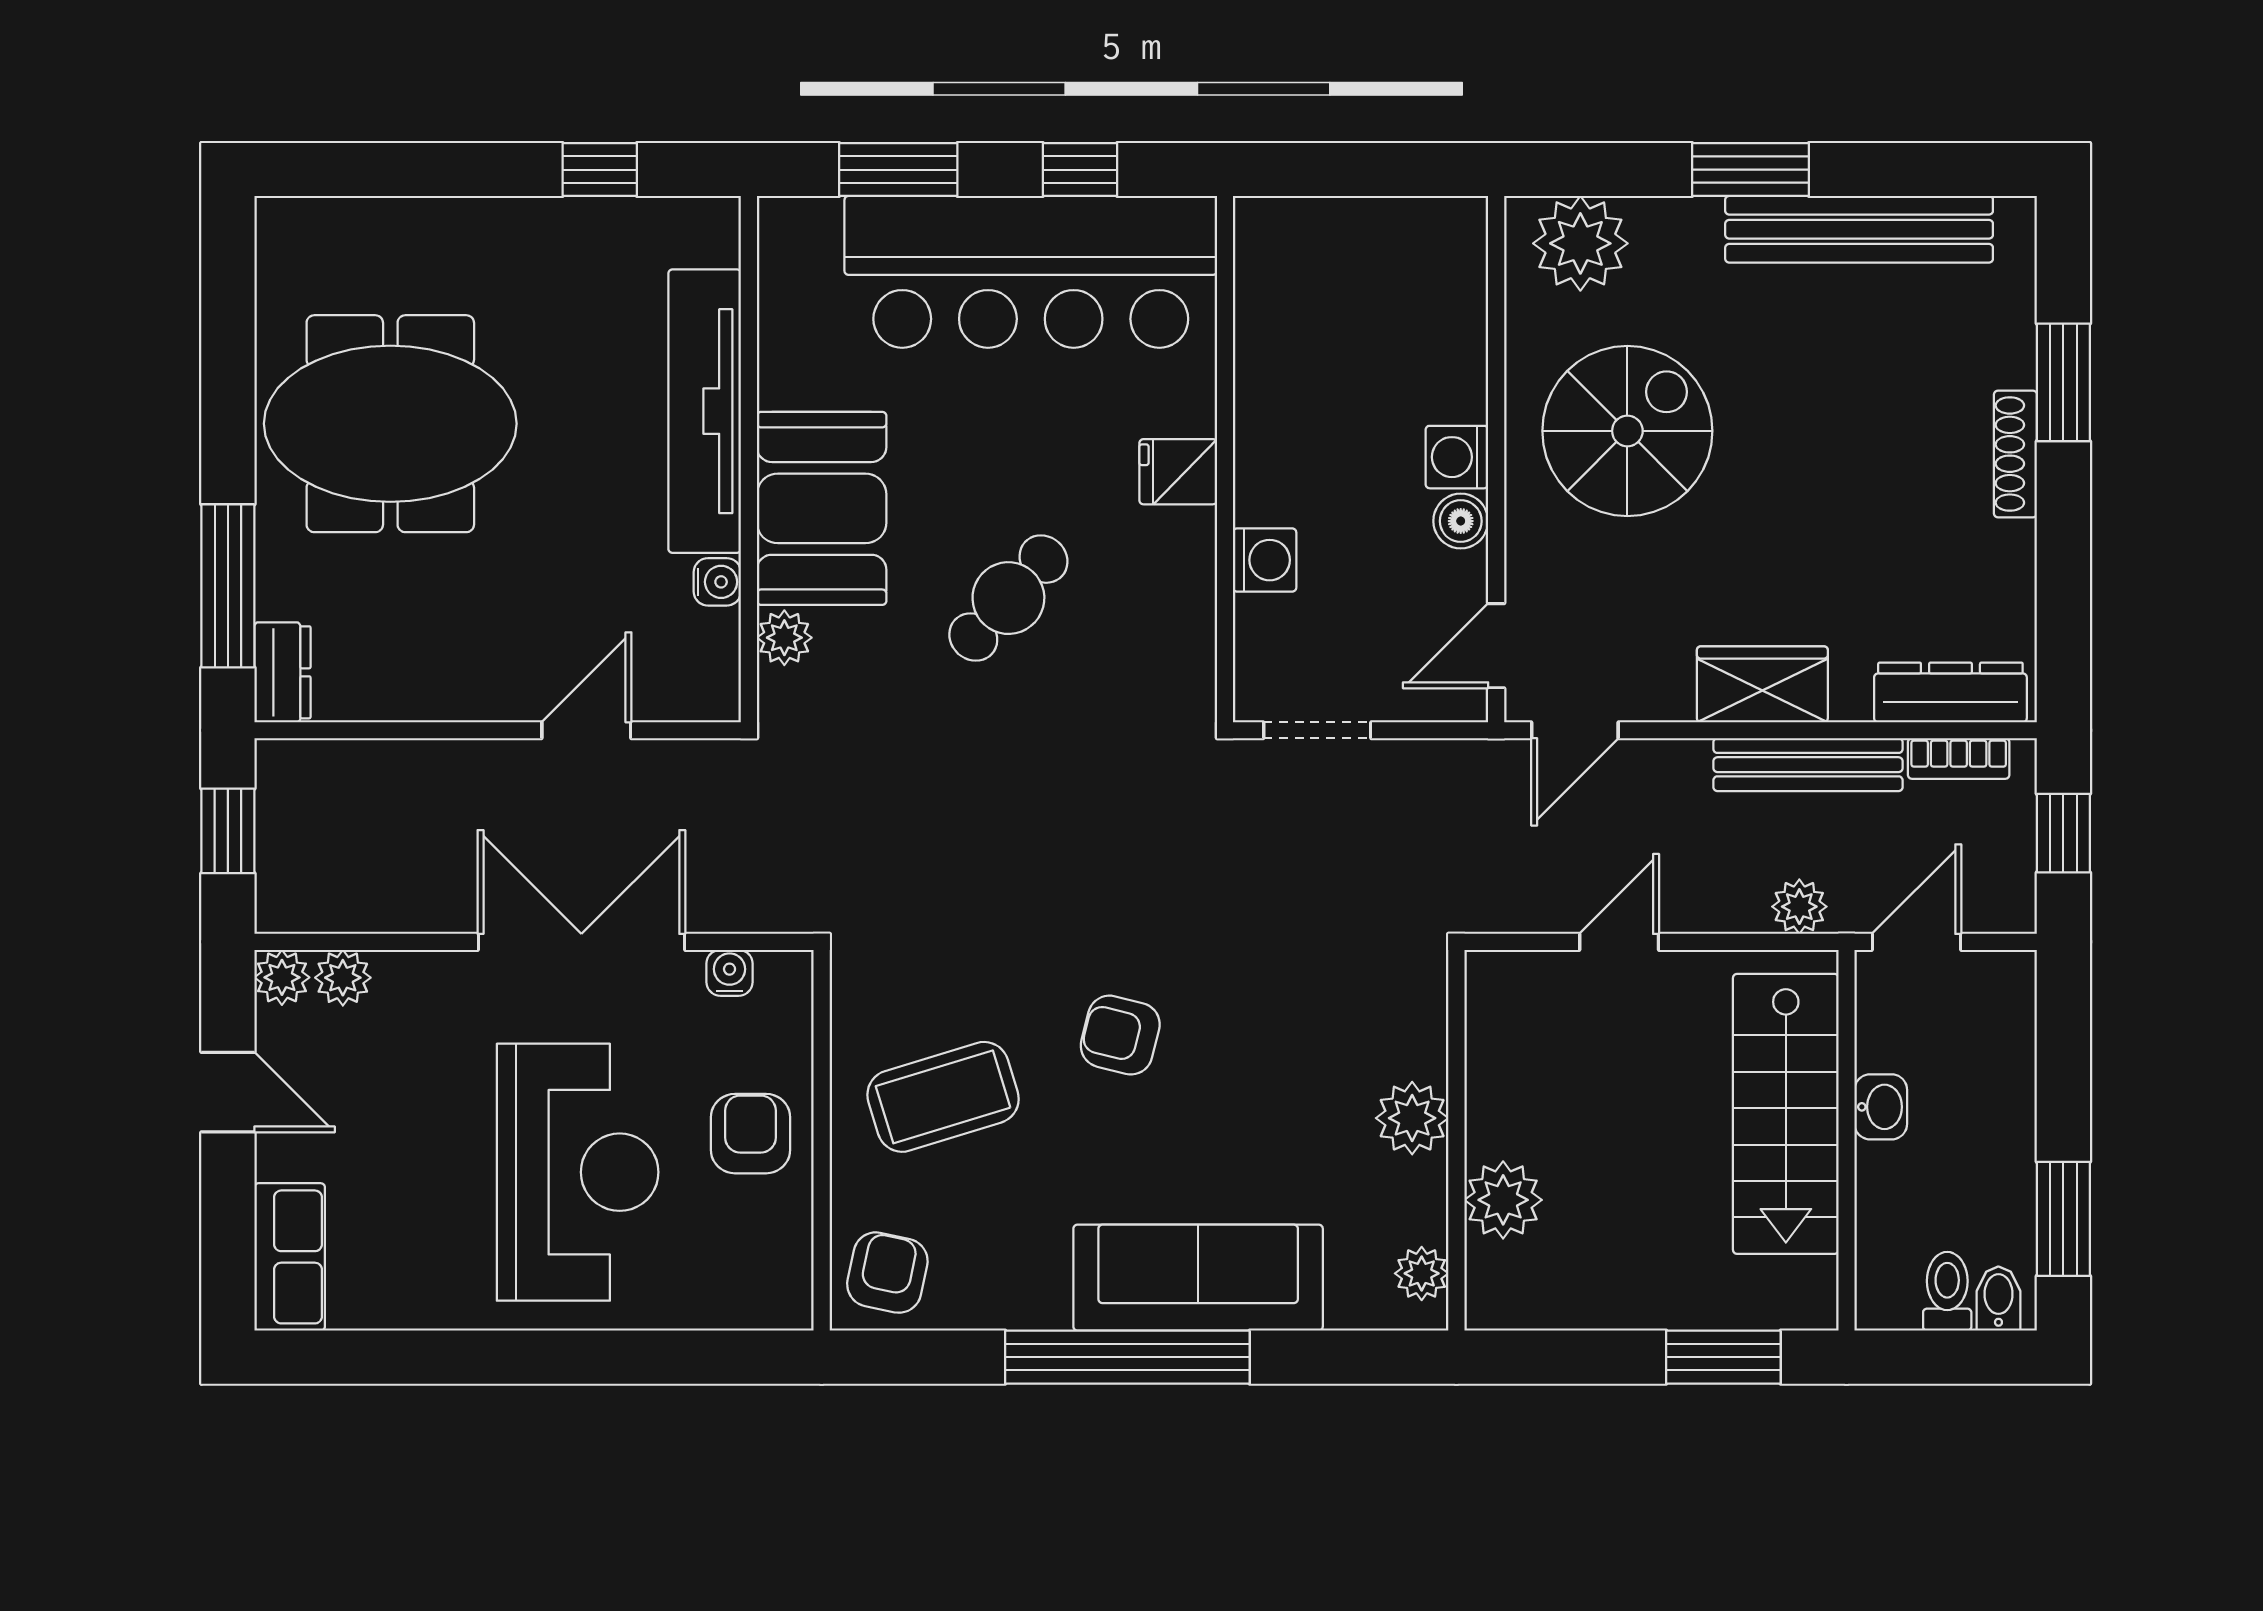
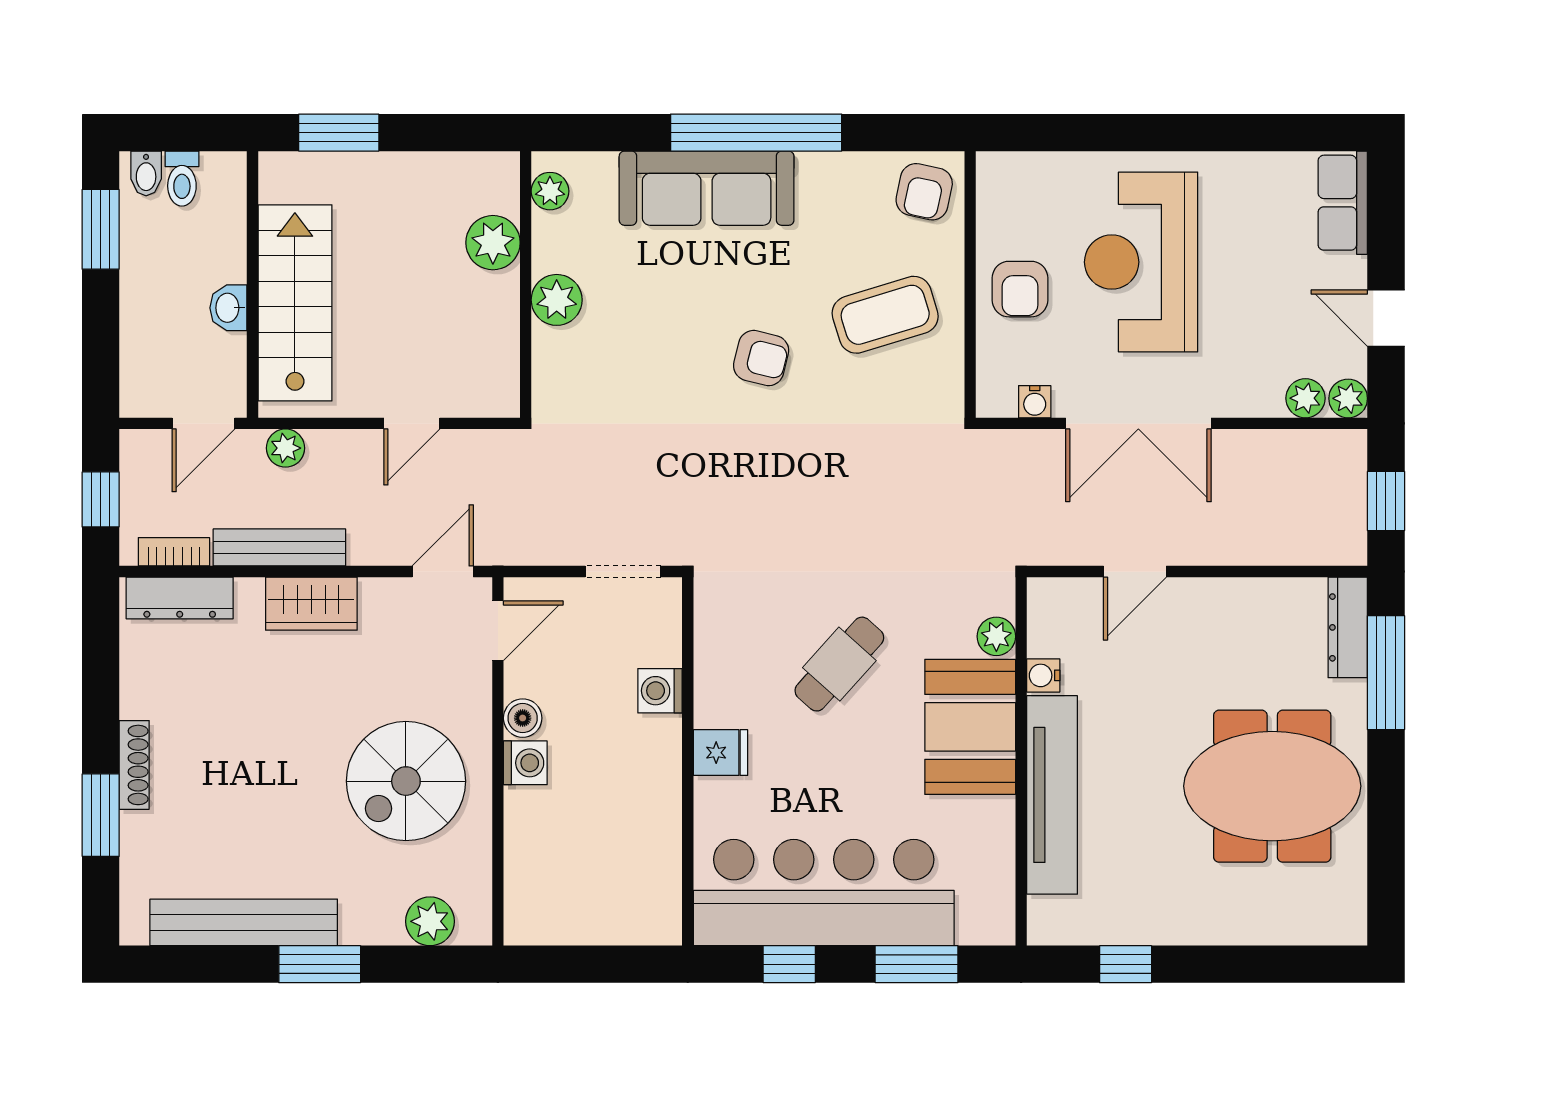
plant: (1580, 243) -> (430, 921), width x0.73, depth x0.73
dresser: (282, 672) -> (1348, 627), width x1.44

